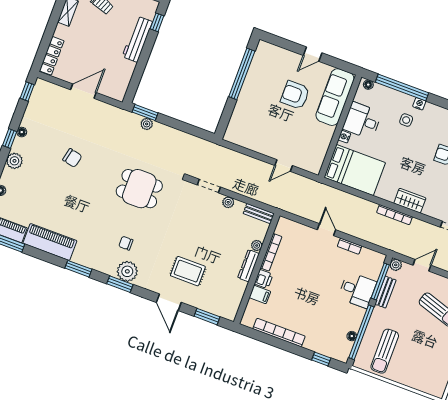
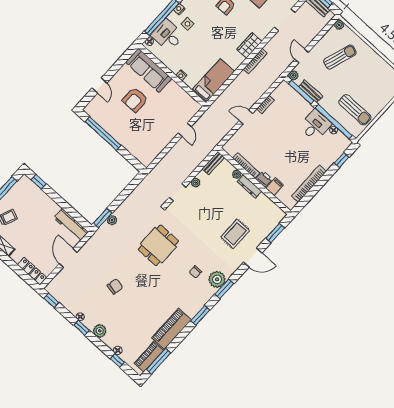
workbench: (137, 39) -> (71, 225), moved
door: (313, 54) -> (99, 86), moved
desk: (362, 121) -> (168, 35), moved, turned 90
bed: (355, 170) -> (213, 81), width x0.67
desk: (357, 290) -> (315, 125), moved

